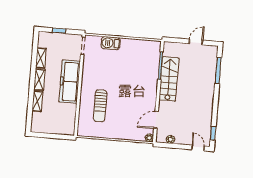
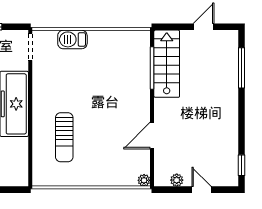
stairs: (169, 79) -> (167, 64), moved
door: (156, 120) -> (152, 136), moved
door: (198, 148) -> (201, 190), moved

